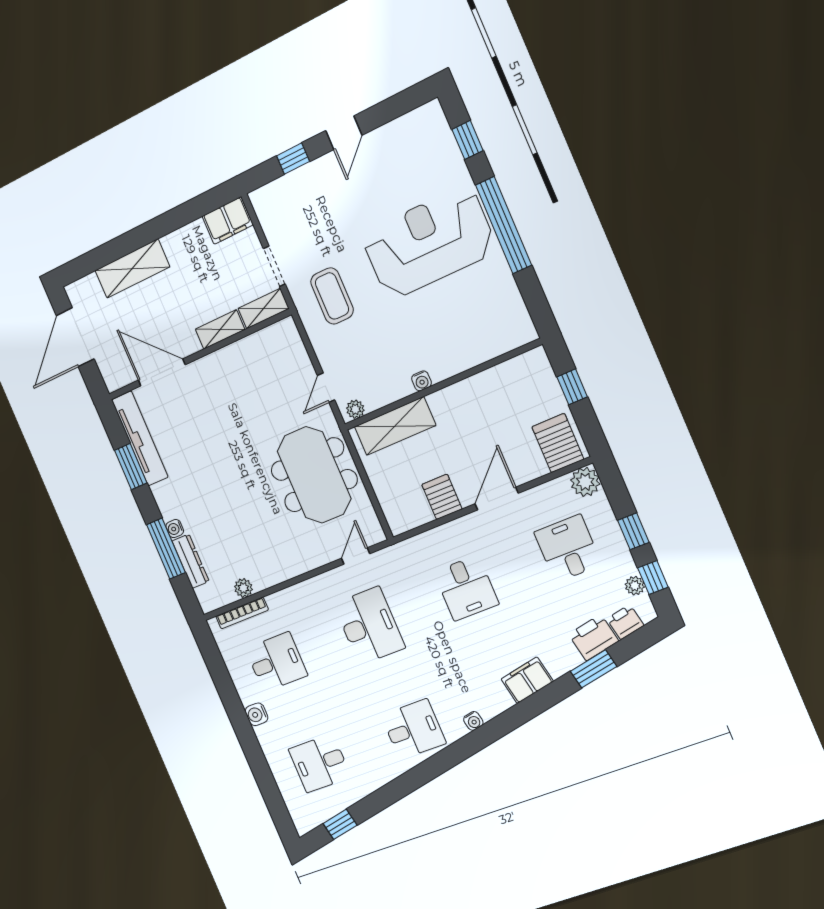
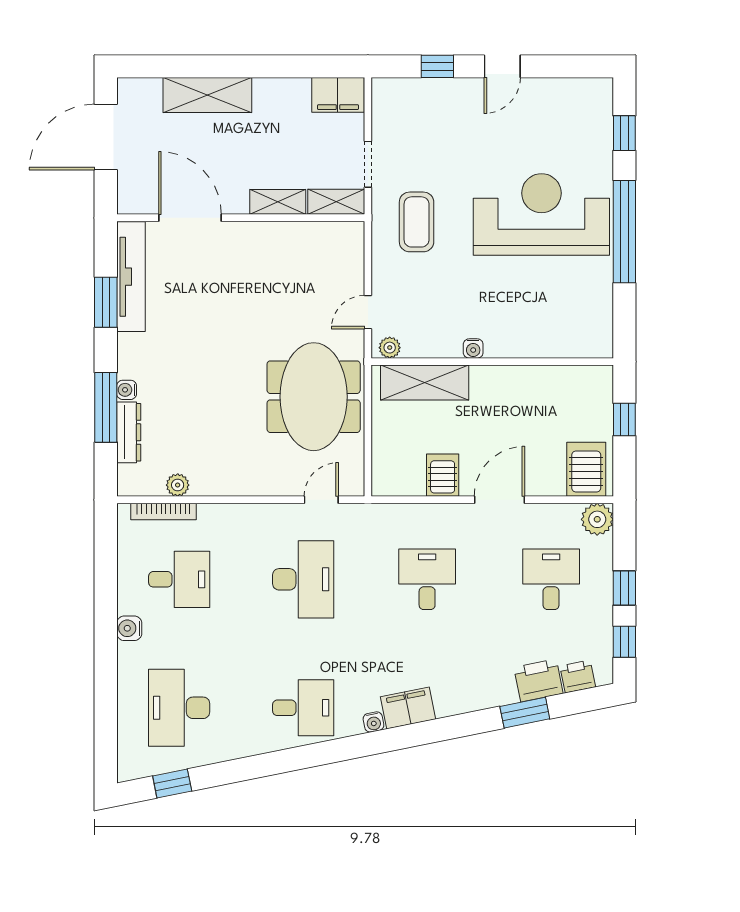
plant: (635, 586) -> (603, 643), removed
desk: (466, 588) -> (427, 579), turned 180
filing cabinet: (527, 680) -> (408, 708), moved
desk: (320, 763) -> (179, 708), width x1.37

